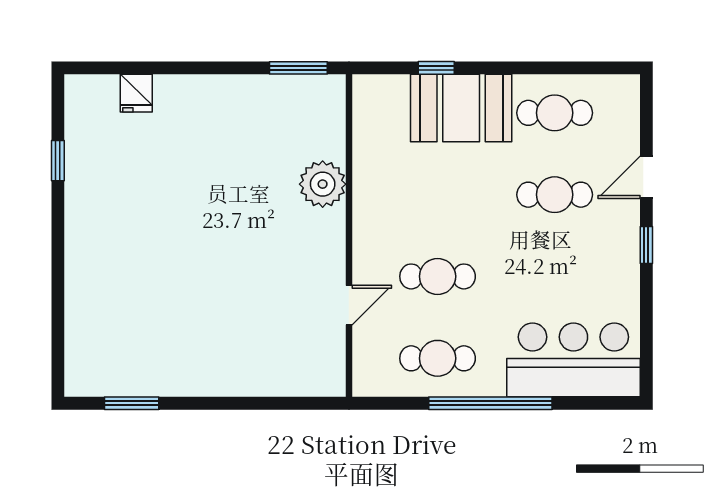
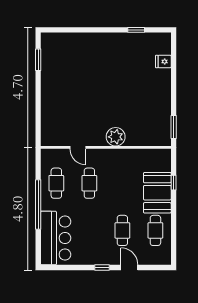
plant: (323, 184) -> (116, 137), moved

